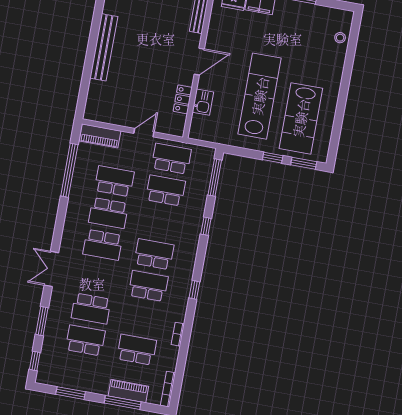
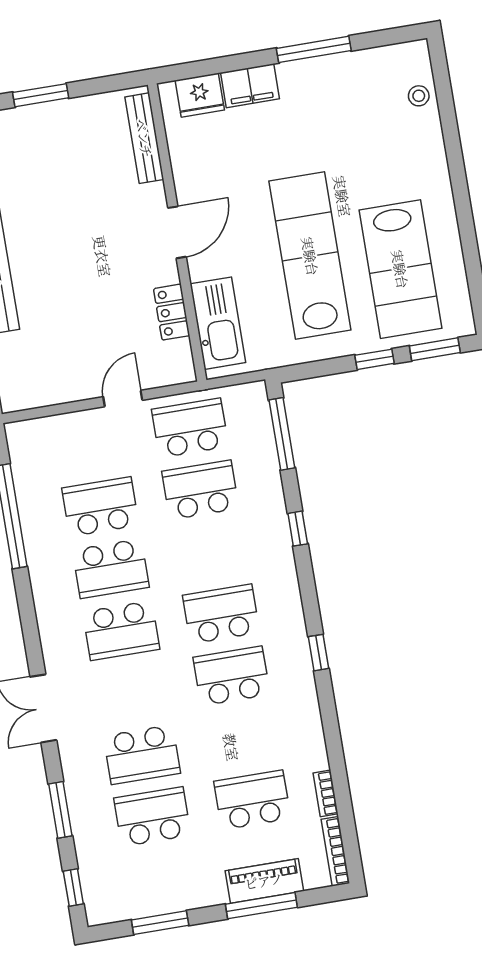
kitchen sink: (203, 102) -> (218, 323), width x1.88, depth x1.24
piano: (100, 136) -> (45, 433), removed
bookcase: (178, 334) -> (326, 793), moved

